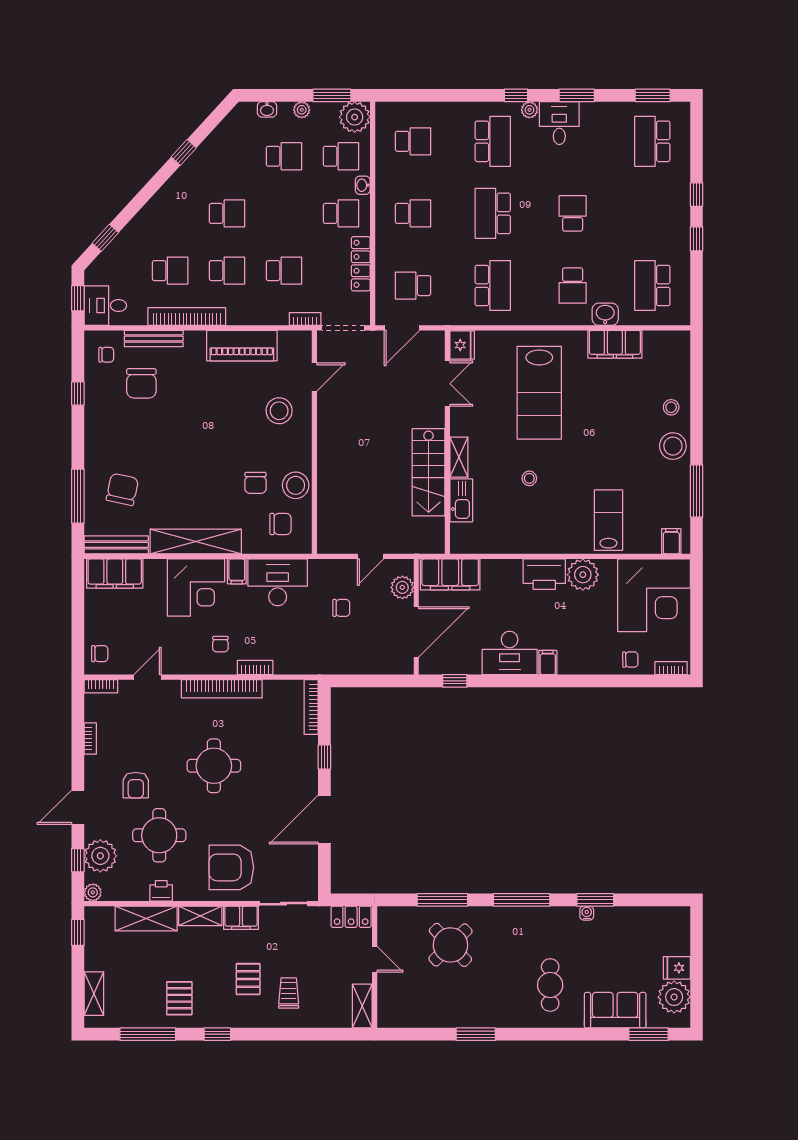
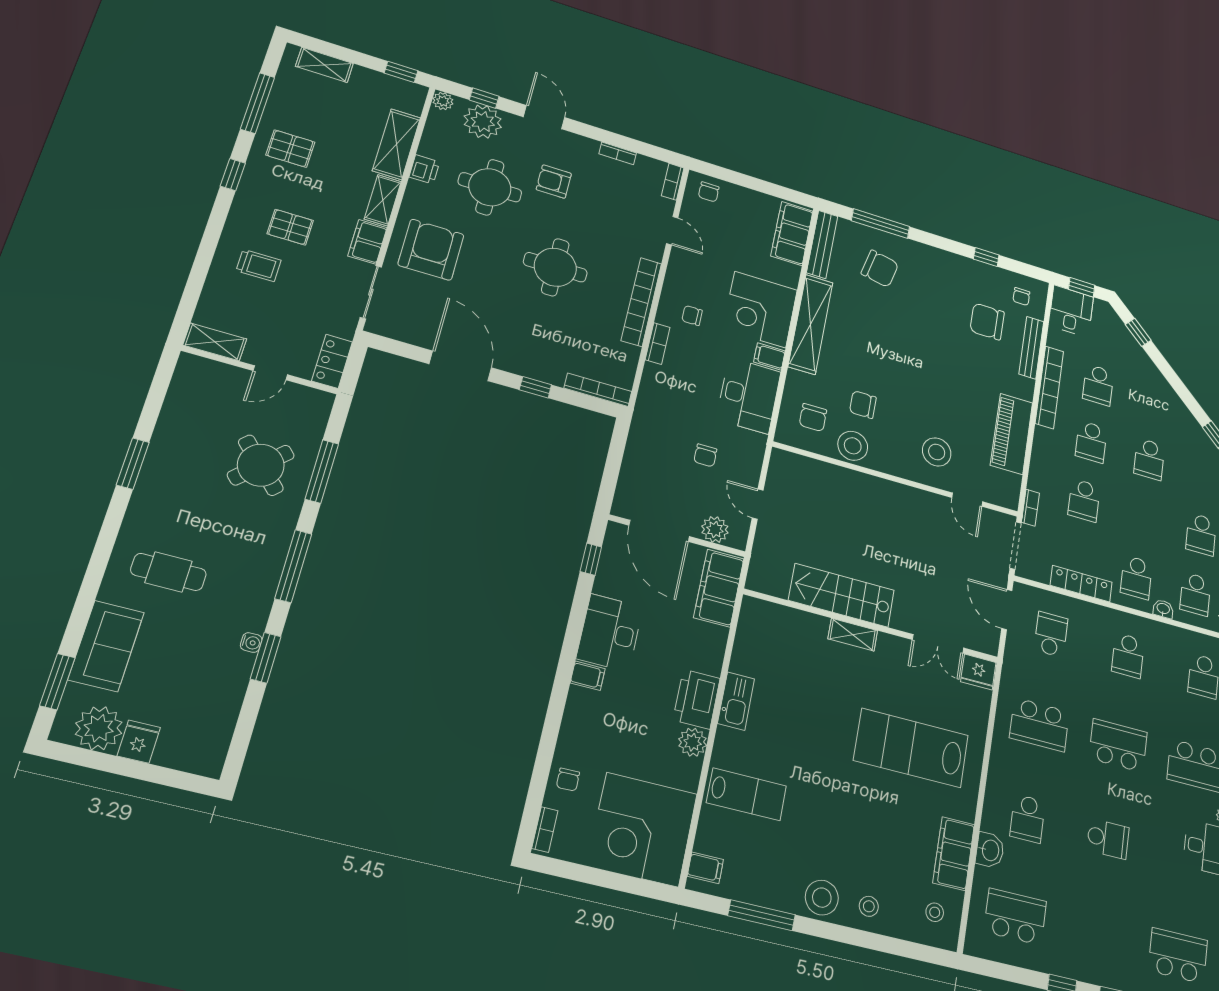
school desk: (573, 286) -> (1028, 819), turned -90
stool: (529, 478) -> (935, 912), moved
kitchen sink: (461, 500) -> (736, 701), moved, turned -90
plant: (583, 575) -> (693, 742), width x0.73, depth x0.73

